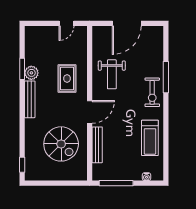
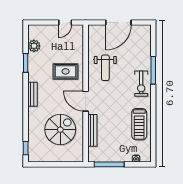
plant: (31, 73) -> (34, 46), moved
rug: (67, 78) -> (66, 71), turned 90
bench: (30, 99) -> (32, 94), width x0.73
door: (90, 112) -> (86, 101), swing flipped
spiral stairs: (61, 144) -> (60, 130), turned -90

